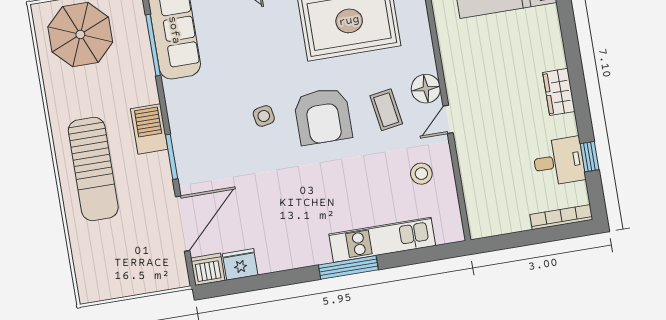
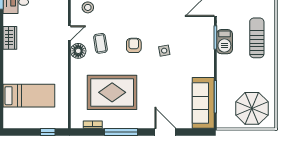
armchair: (323, 116) -> (134, 45), width x0.53, depth x0.53
barbecue: (149, 129) -> (224, 42), moved
sun lounger: (93, 169) -> (257, 38), width x0.73, depth x0.75

